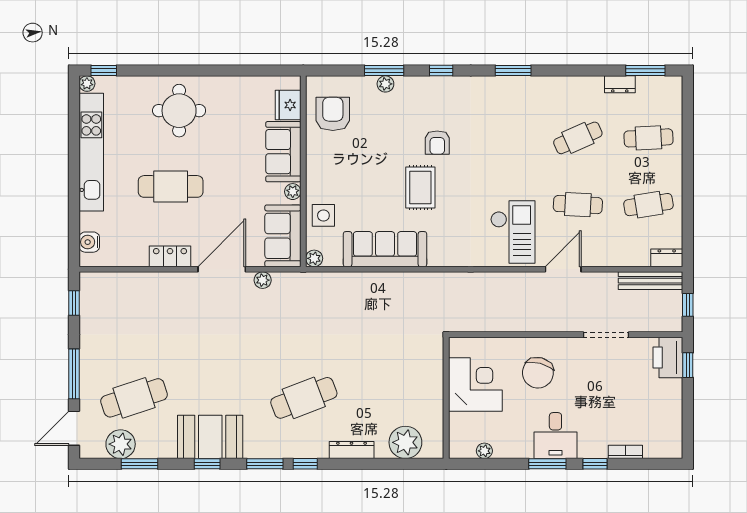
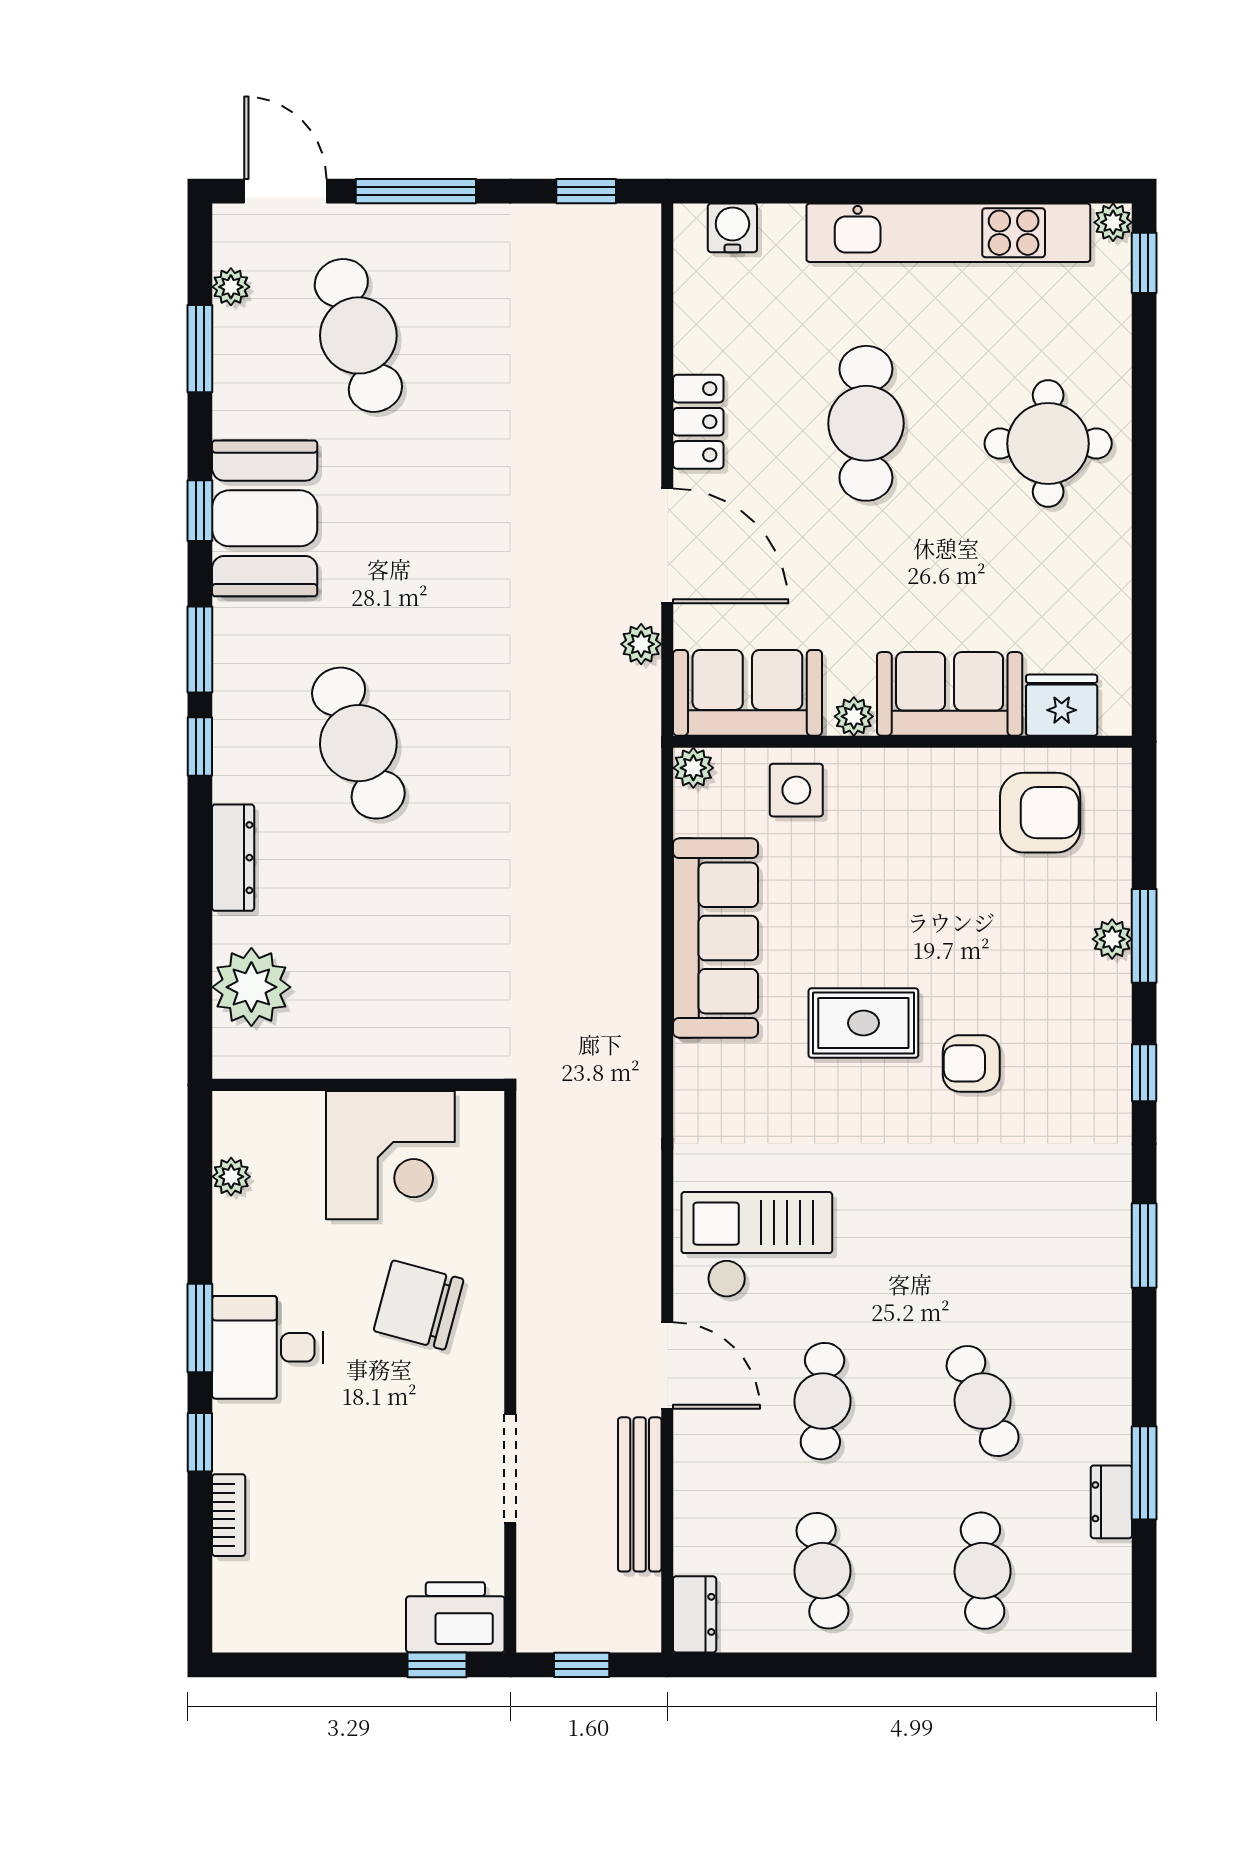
window: (645, 71) -> (1144, 1473), moved
checkout: (513, 232) -> (757, 1245), turned 180
bench: (650, 281) -> (640, 1494), moved
plant: (121, 444) -> (231, 287), width x0.53, depth x0.53

